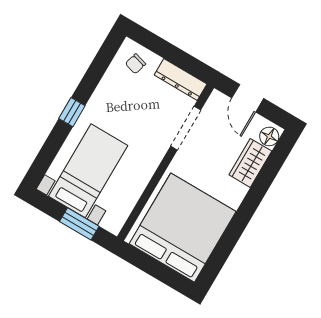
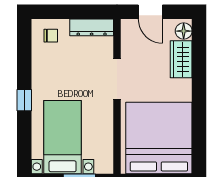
chair: (136, 64) -> (51, 36), turned -106
doorway: (186, 128) -> (117, 79), moved

